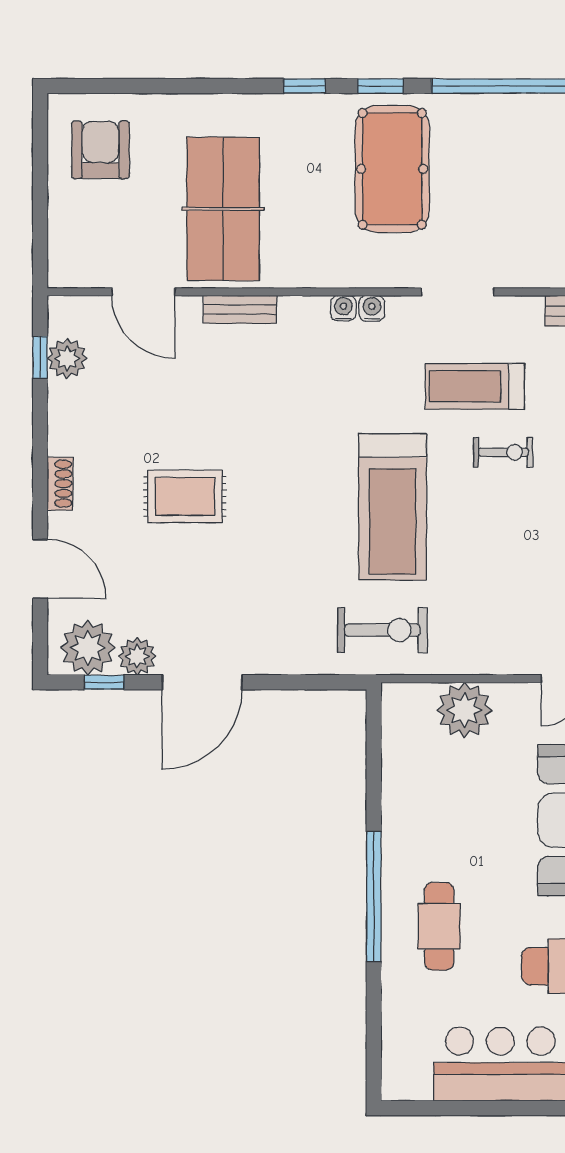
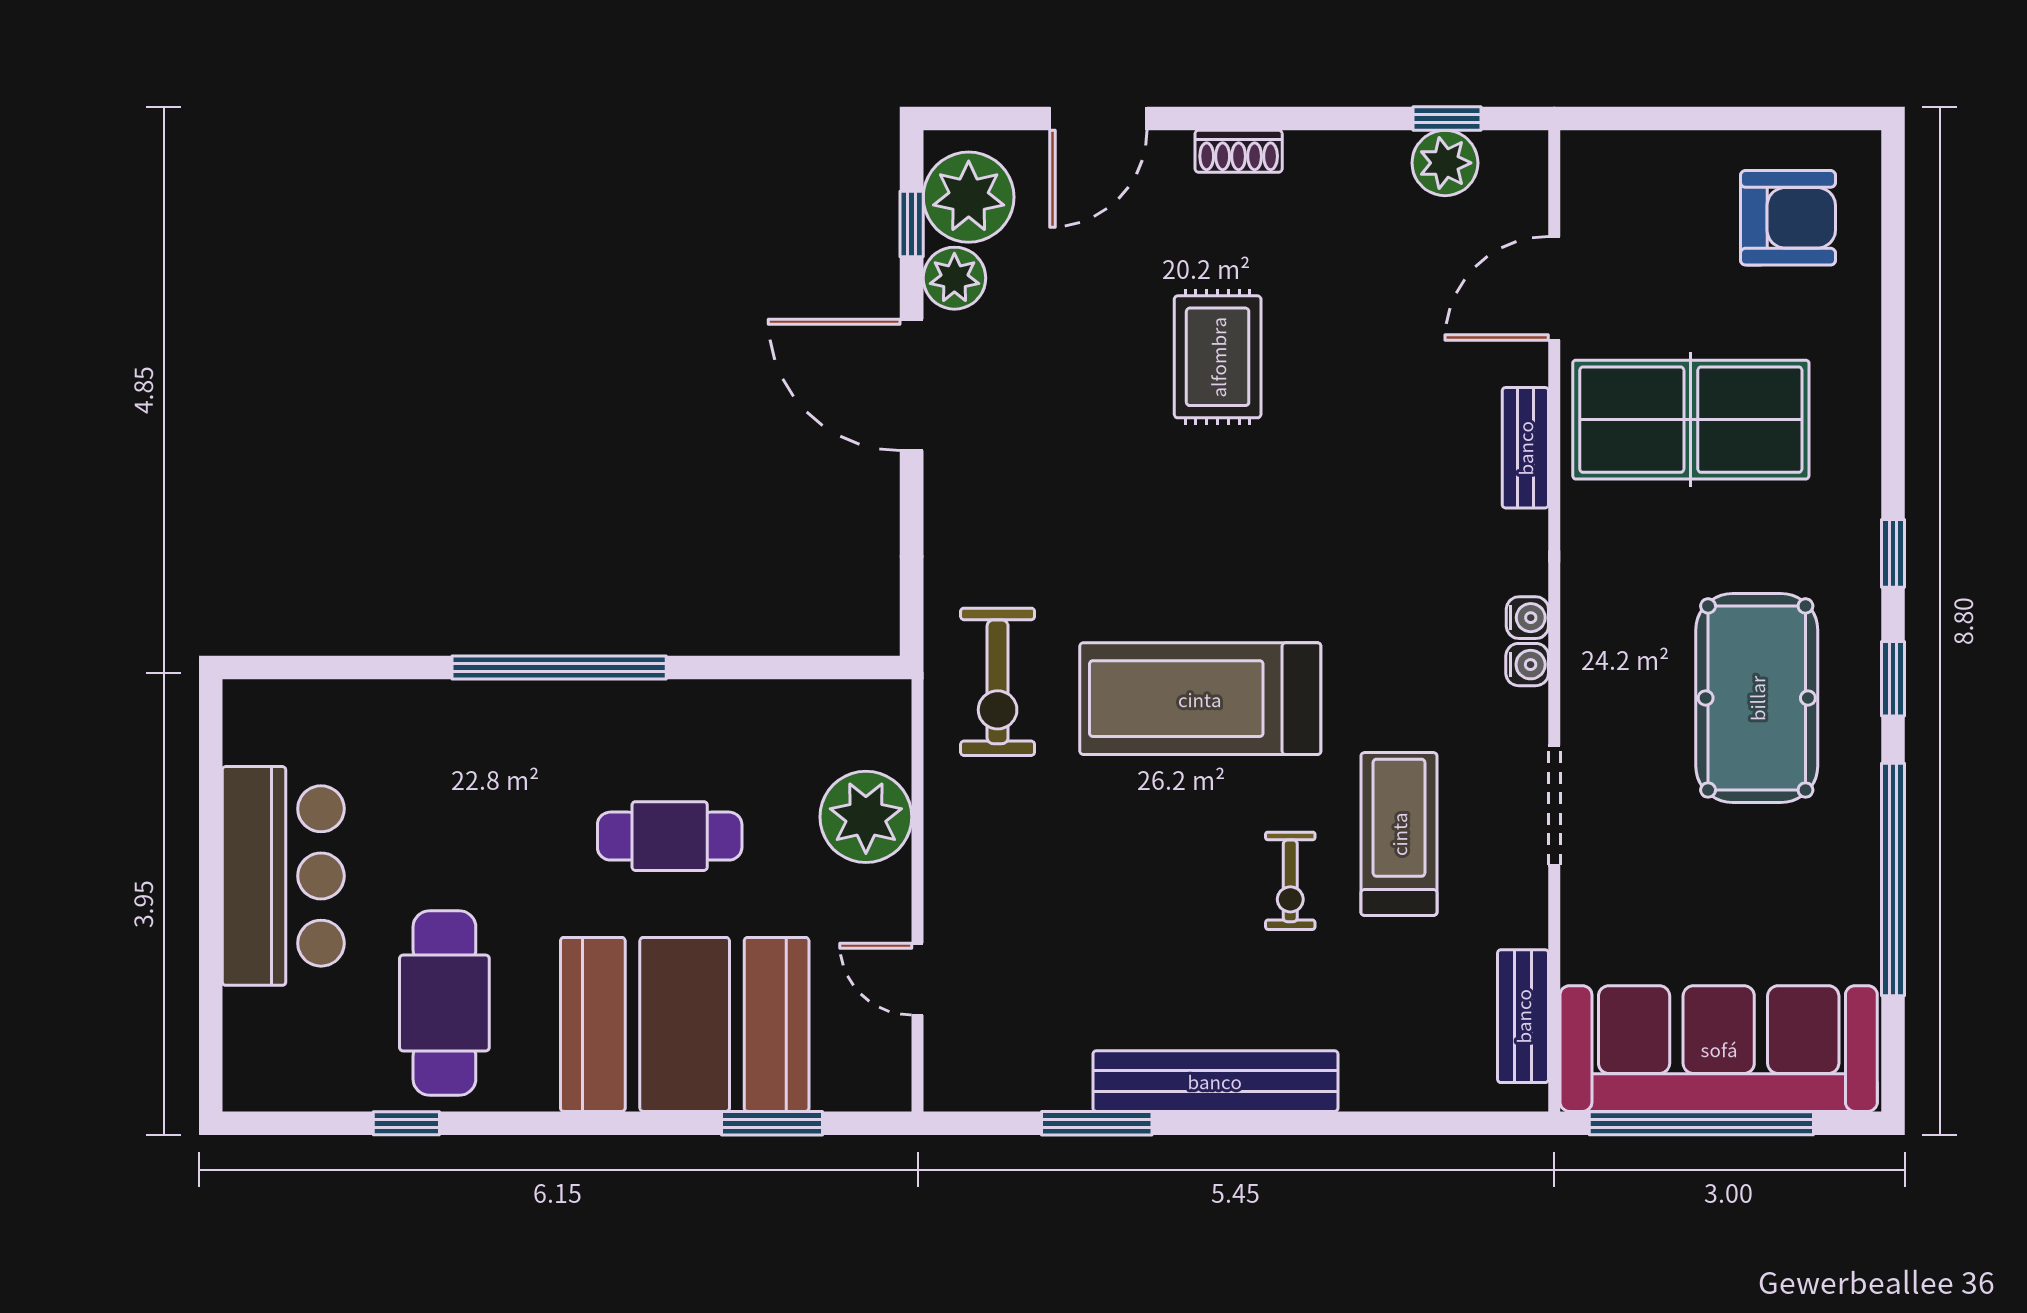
pool table: (392, 169) -> (1757, 698), turned 90
cafe table: (439, 926) -> (670, 836), moved

